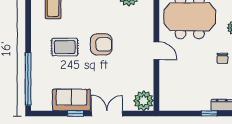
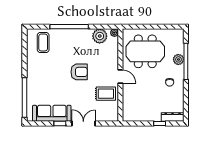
rug: (65, 47) -> (106, 94), moved
sofa: (71, 100) -> (52, 113), width x1.36
plant: (144, 101) -> (111, 114), removed

